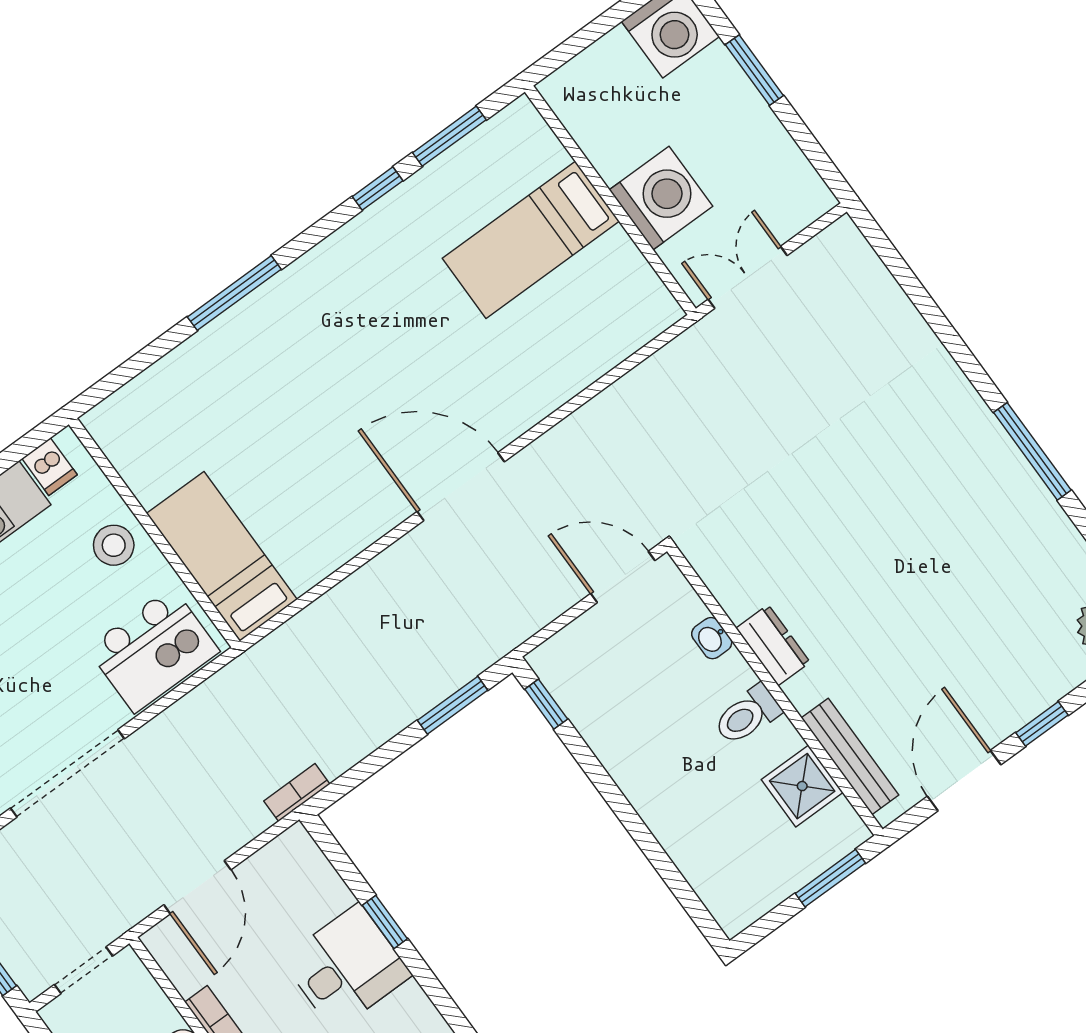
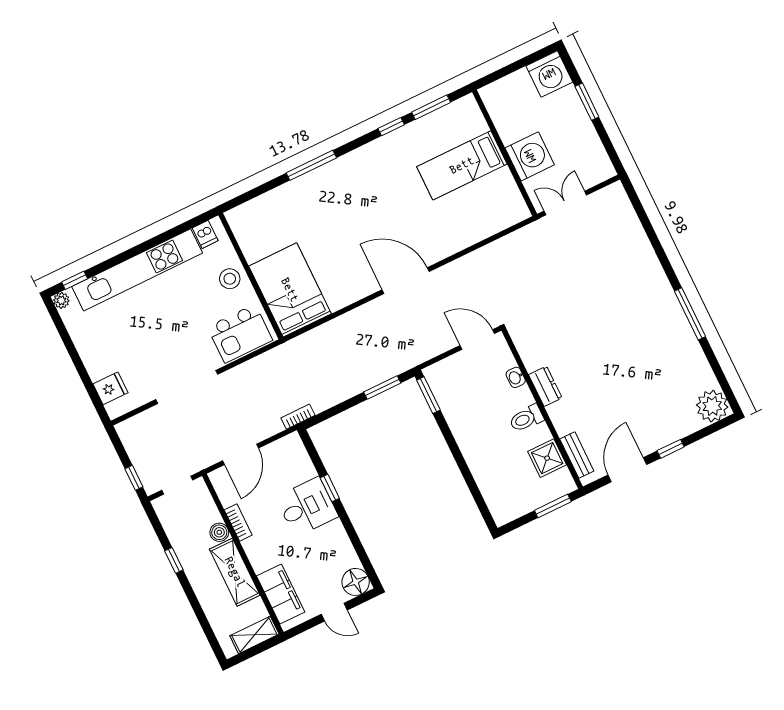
bed: (222, 556) -> (290, 290), width x1.50
window: (546, 704) -> (428, 395), width x1.50
bench: (850, 756) -> (577, 455), width x0.73

